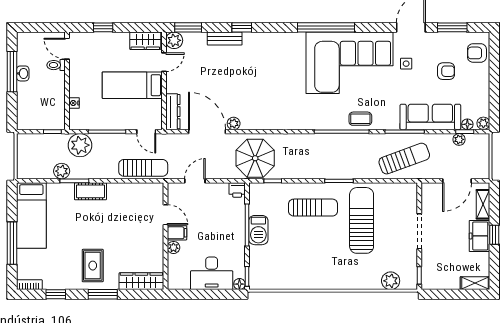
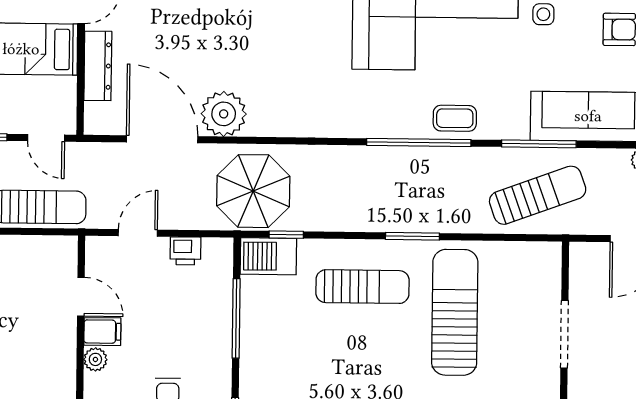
dresser: (173, 112) -> (98, 66), moved
plant: (234, 123) -> (224, 114), width x1.88, depth x1.88
printer: (237, 190) -> (185, 251), moved
barbecue: (258, 230) -> (268, 256), moved, turned 90

